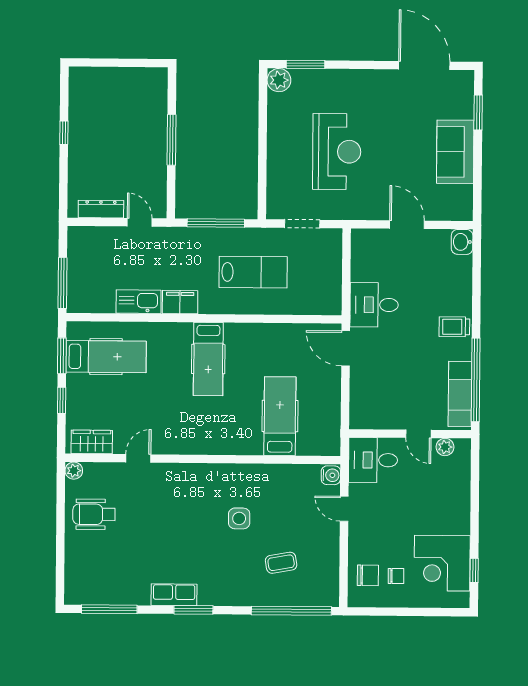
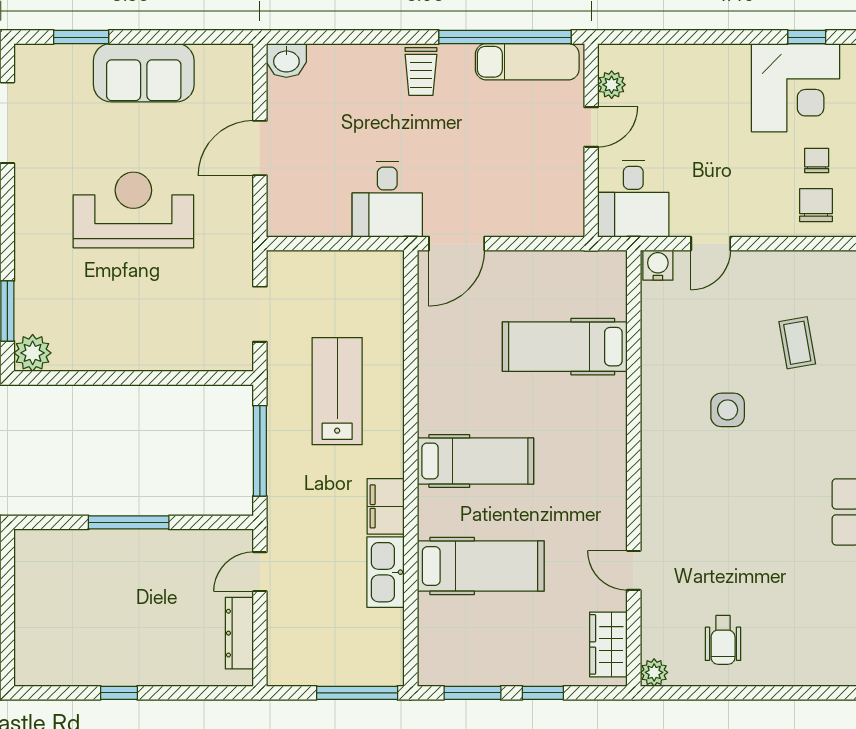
reception desk: (337, 152) -> (133, 210), moved
hospital bed: (106, 357) -> (481, 566), moved, turned 90
wheelchair: (94, 514) -> (723, 640), width x0.73, depth x0.73

